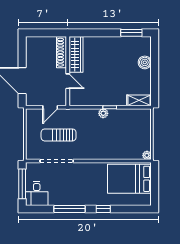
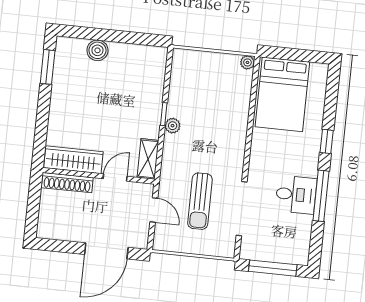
shelving: (139, 100) -> (148, 159), moved
desk: (37, 194) -> (296, 195), moved

